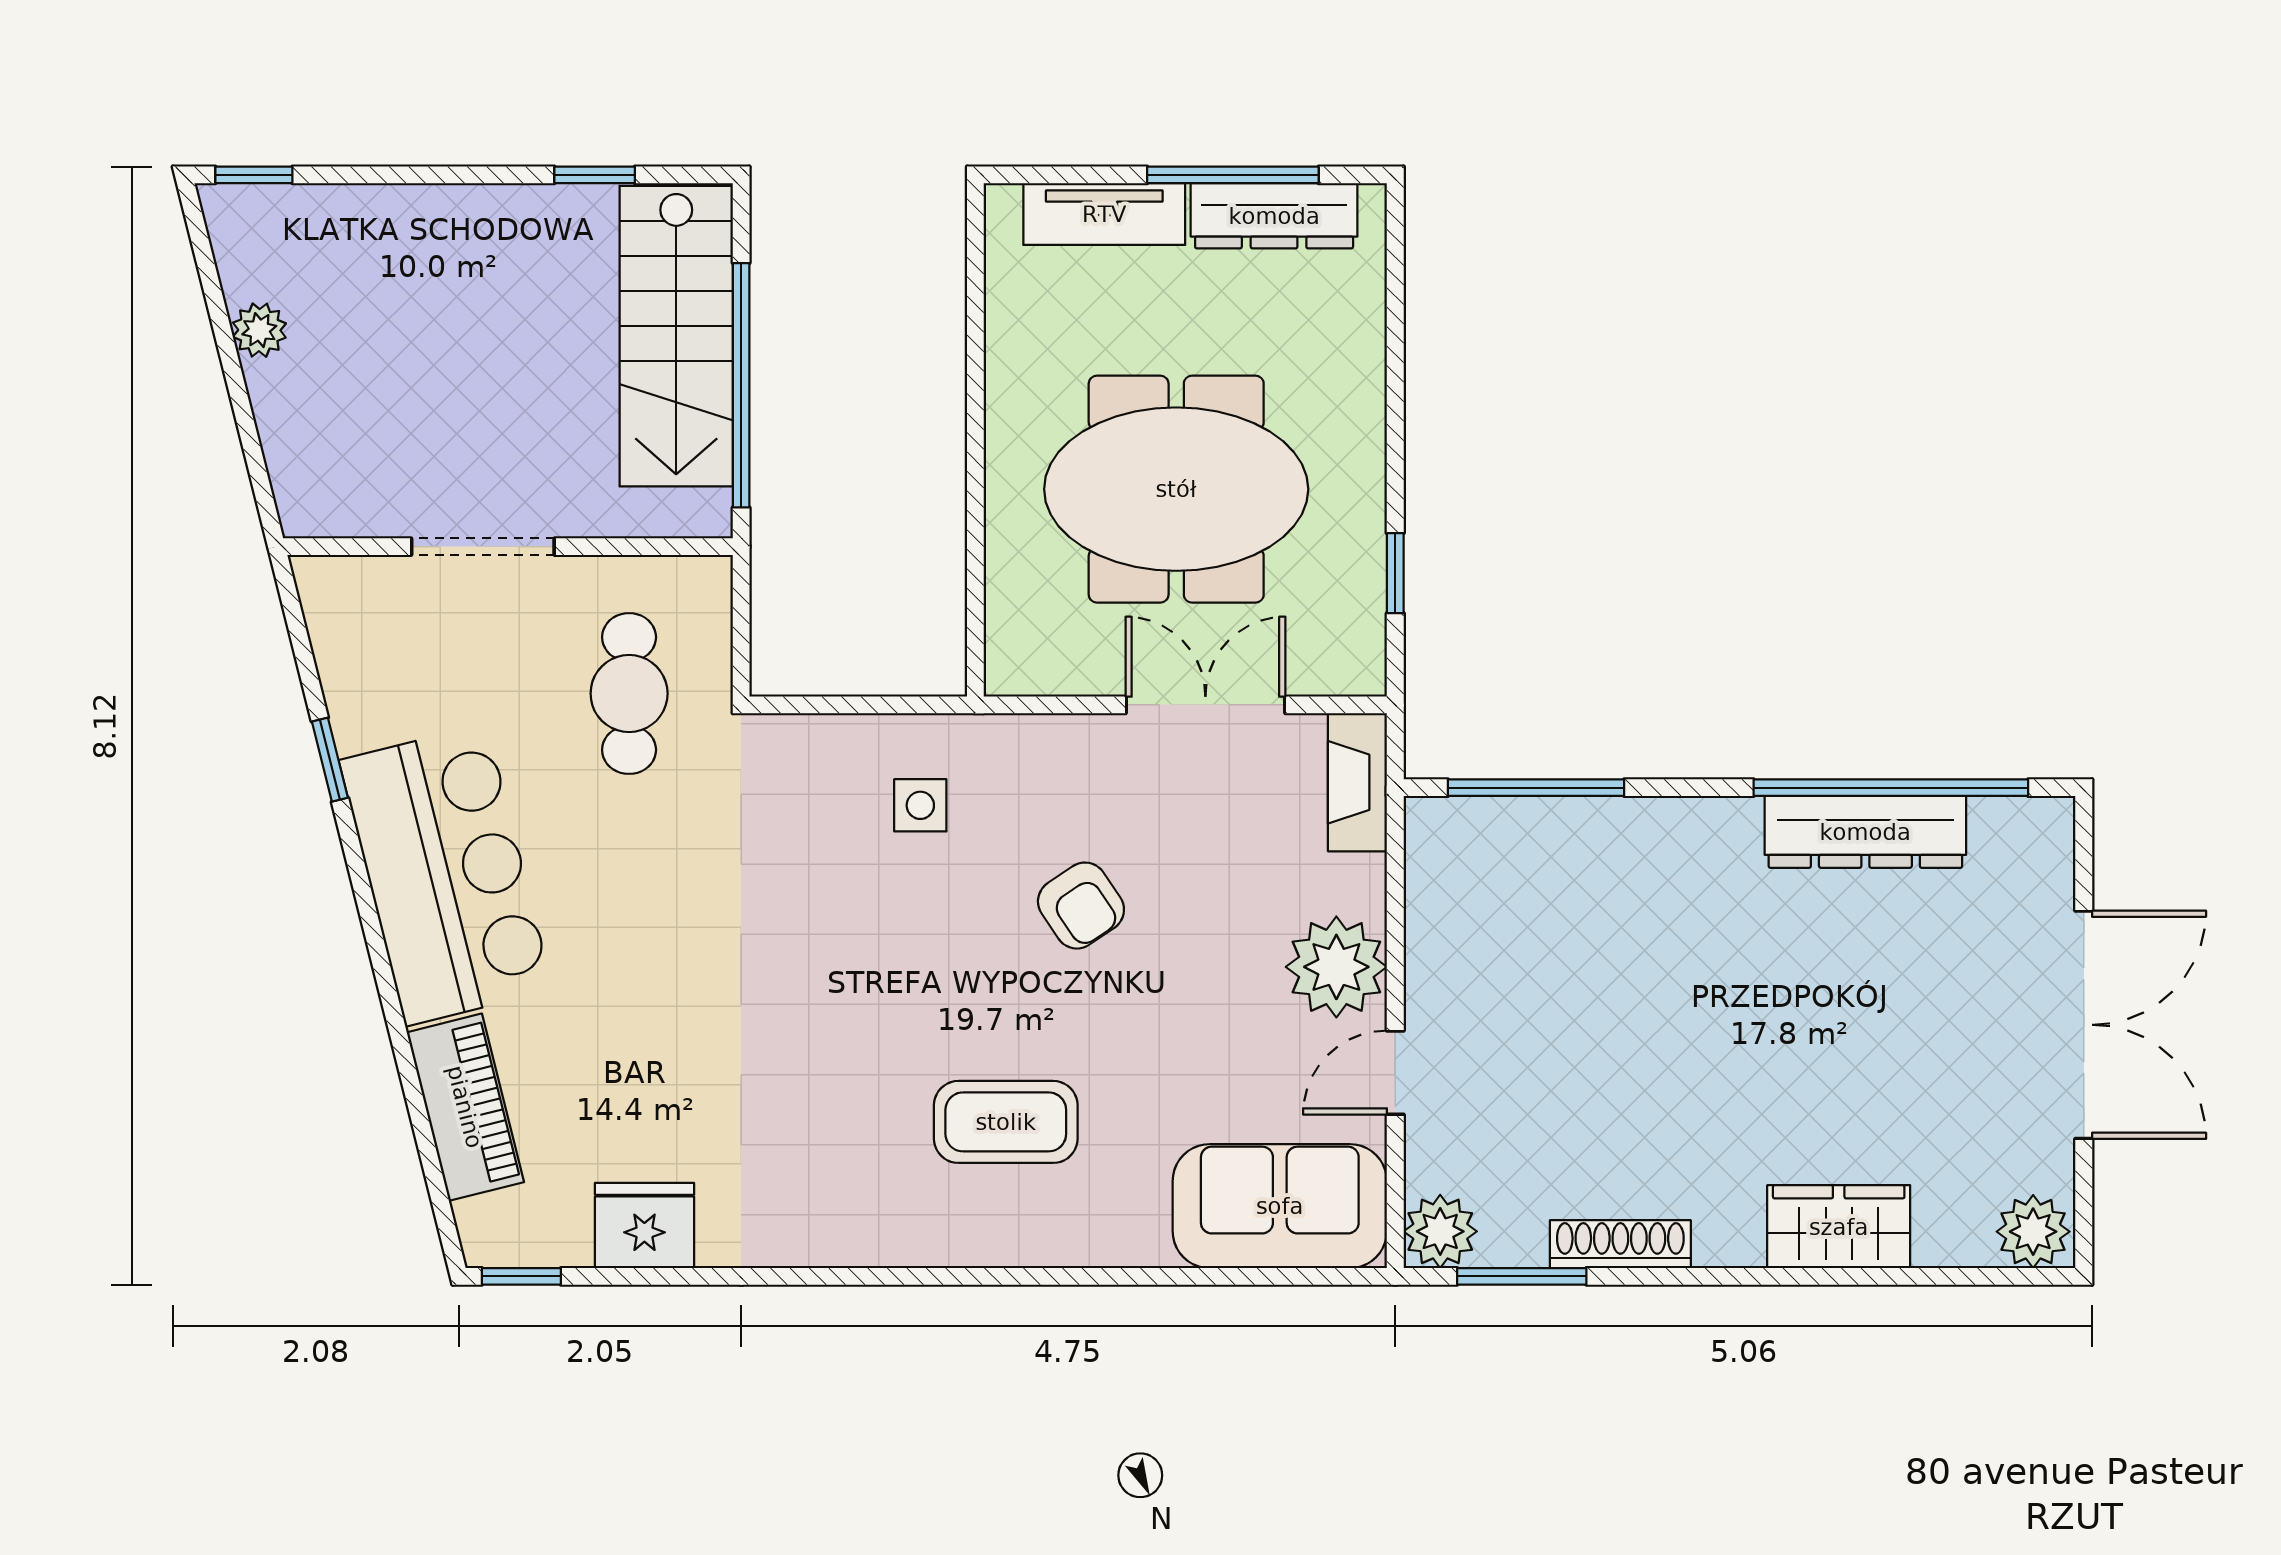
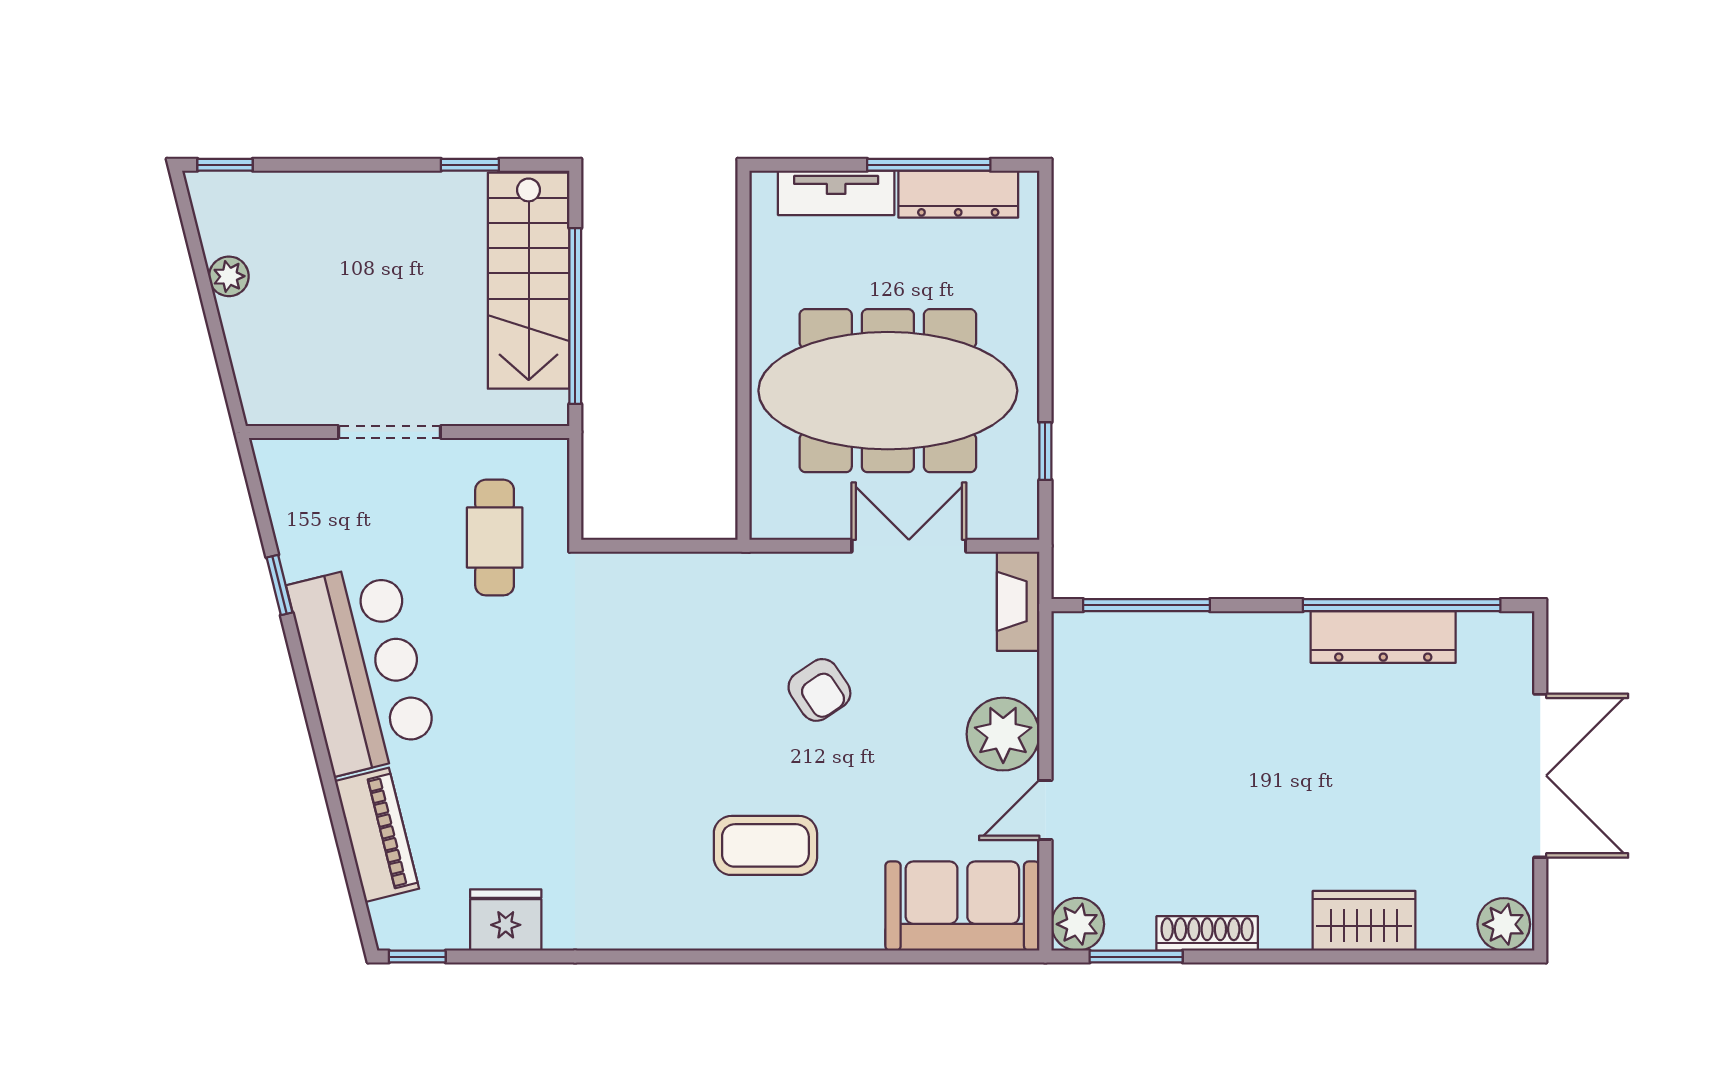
meeting table: (1176, 489) -> (888, 391), width x1.36
side table: (920, 805) -> (704, 618), removed

